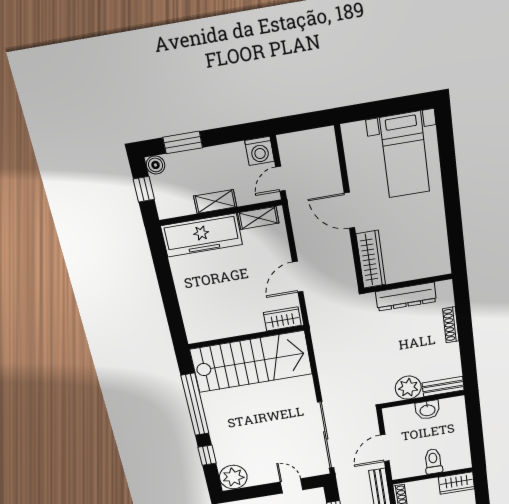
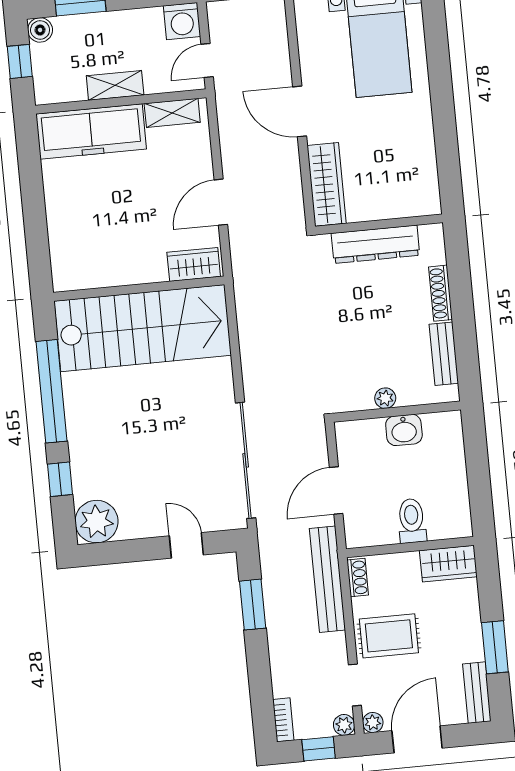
bench: (443, 387) -> (444, 354), moved, turned 90
plant: (408, 388) -> (385, 398), width x0.53, depth x0.53

